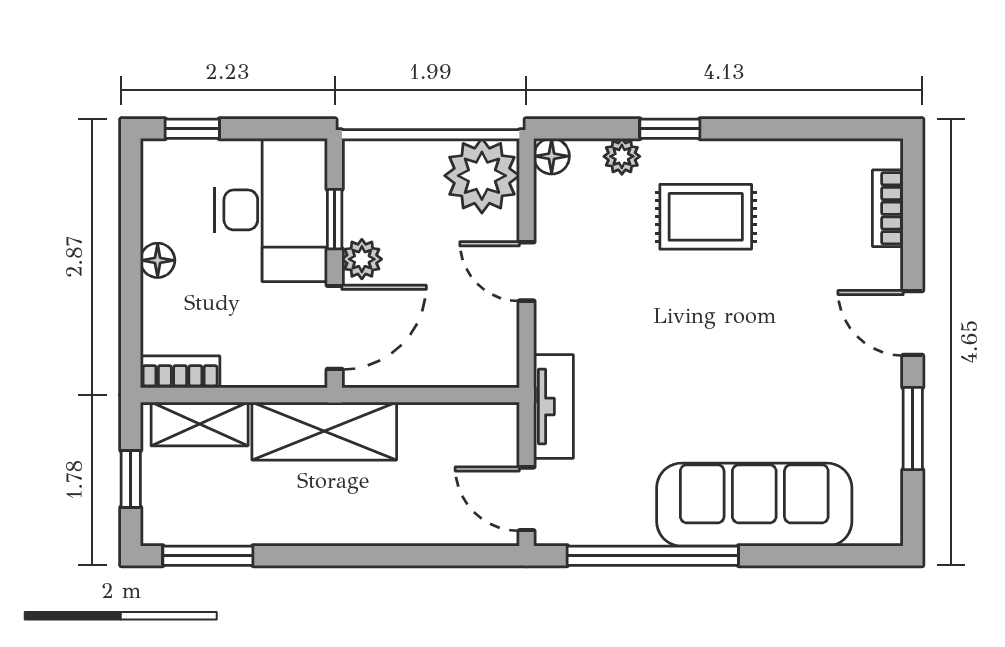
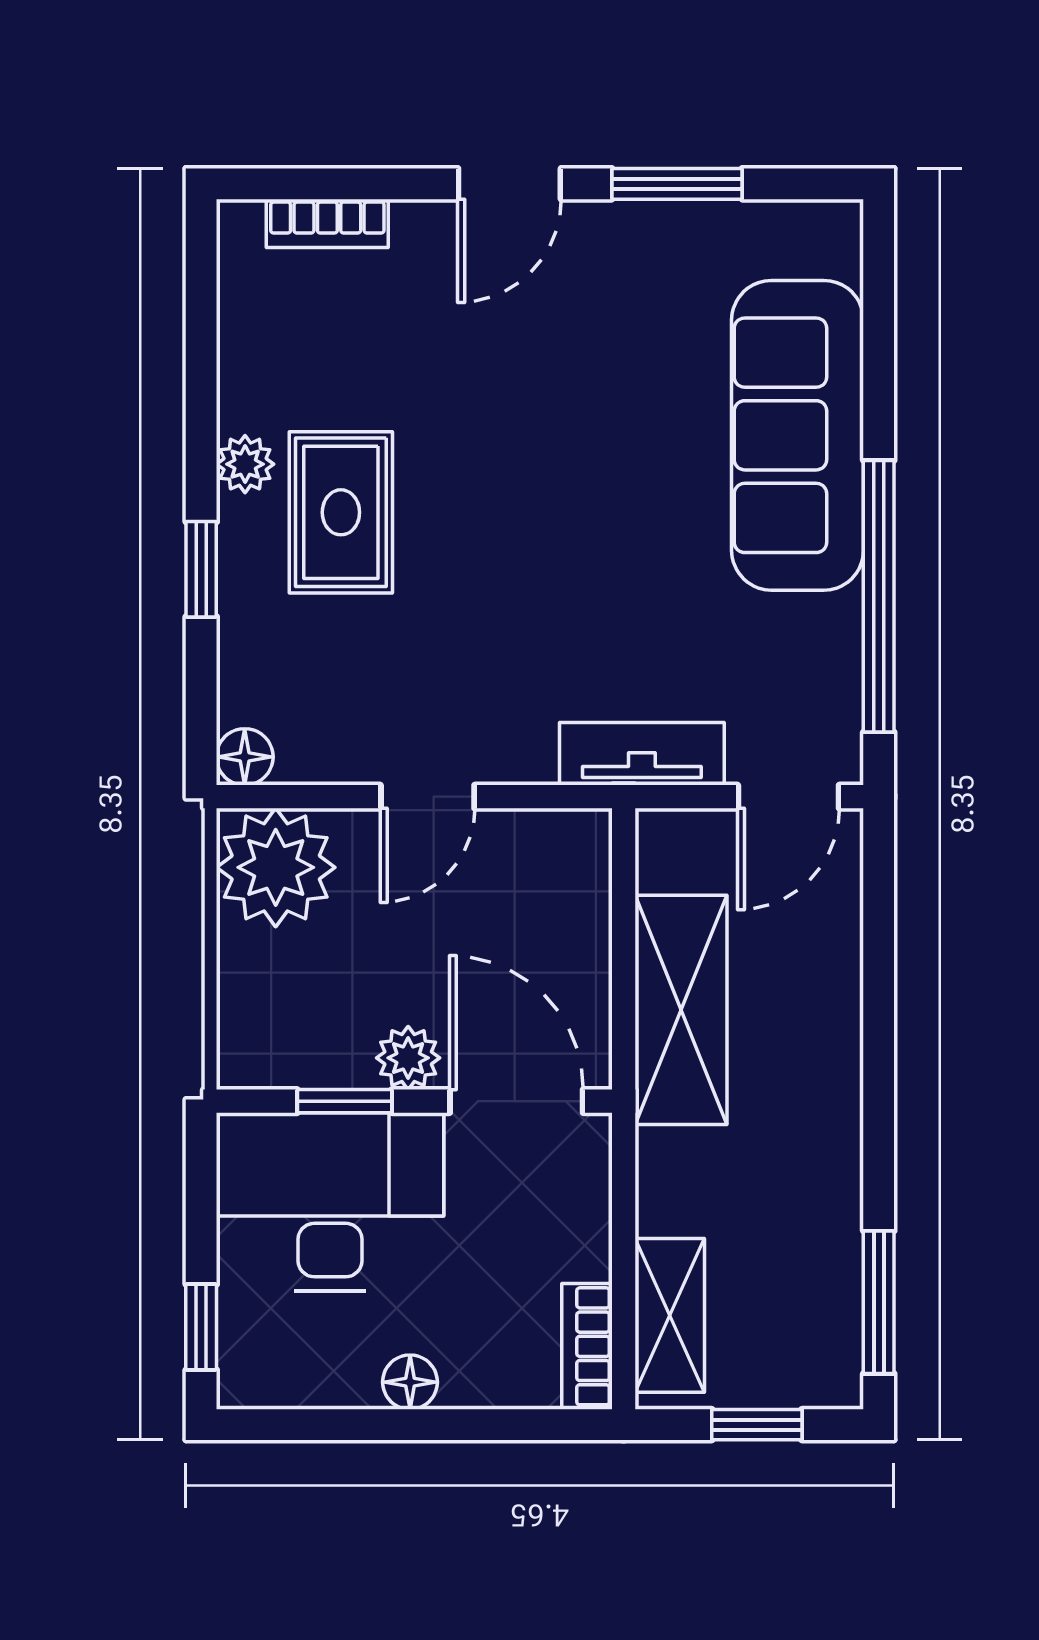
plant: (622, 156) -> (245, 464), moved
shelving: (324, 431) -> (681, 1010), moved

